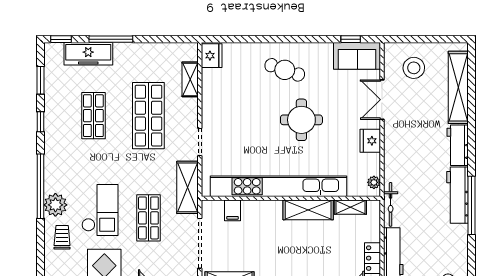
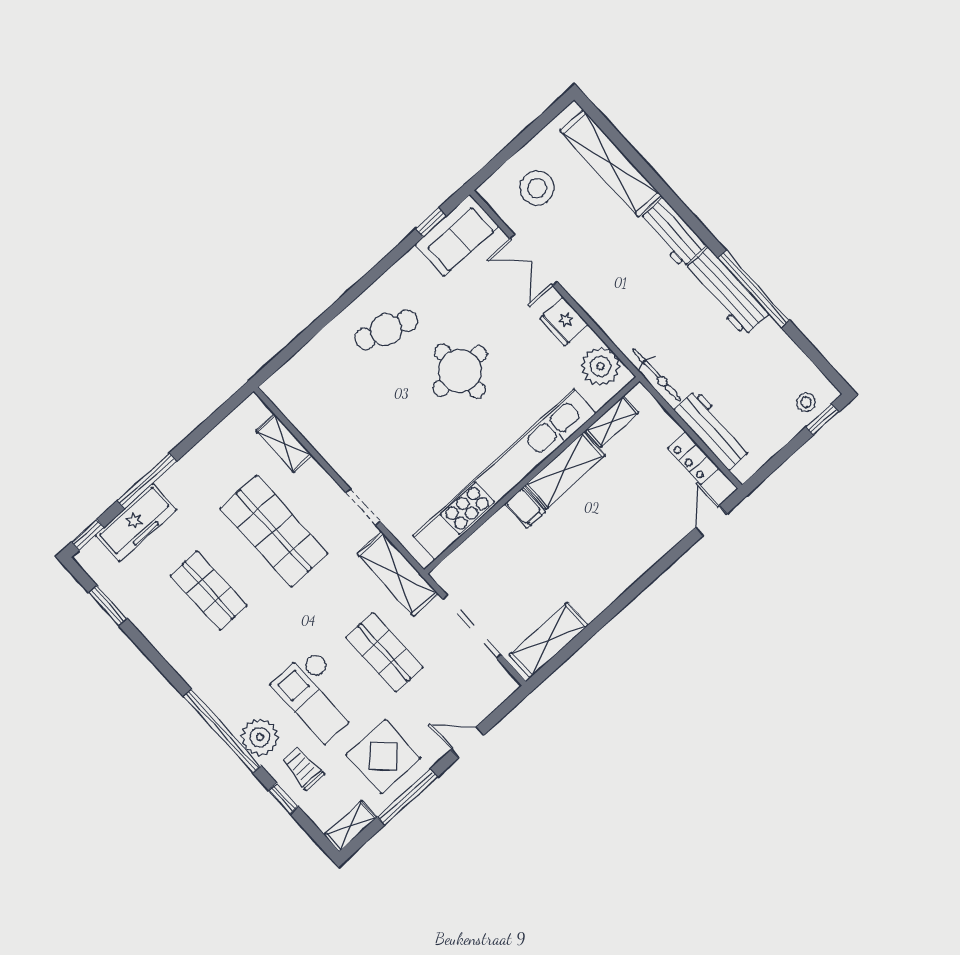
fridge: (212, 56) -> (284, 392), removed
window: (41, 122) -> (283, 798), moved
plant: (374, 182) -> (600, 366), width x1.87, depth x1.87
checkout: (100, 210) -> (318, 695), turned 180
filing cabinet: (233, 210) -> (525, 508), moved

